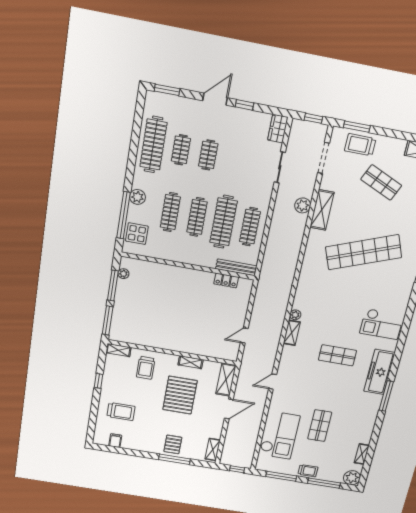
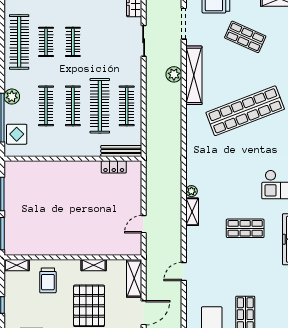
shelving: (322, 210) -> (194, 75), width x1.47
plant: (123, 274) -> (10, 179), removed

